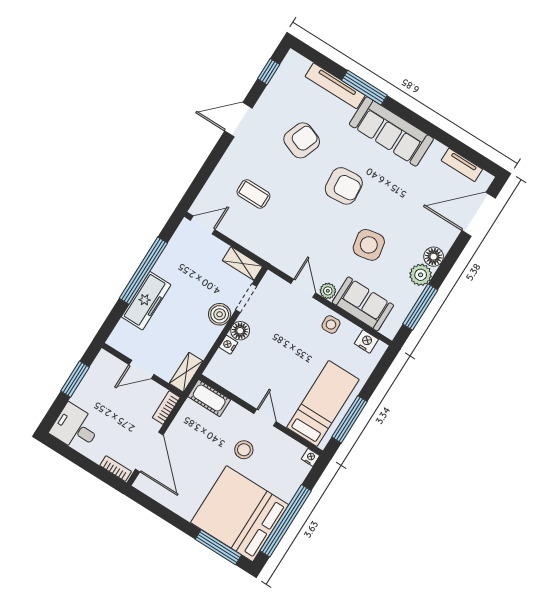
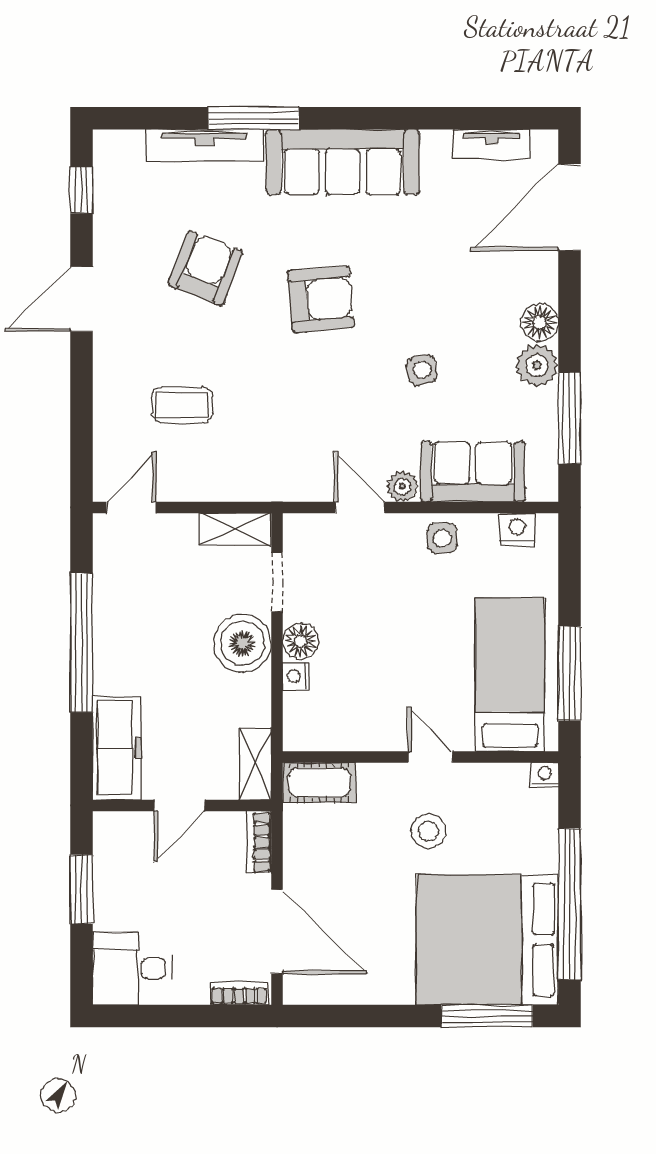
side table: (369, 245) -> (422, 370), width x0.54, depth x0.54
freezer: (146, 301) -> (117, 748), moved
boiler: (220, 314) -> (243, 643), width x1.37, depth x1.37

